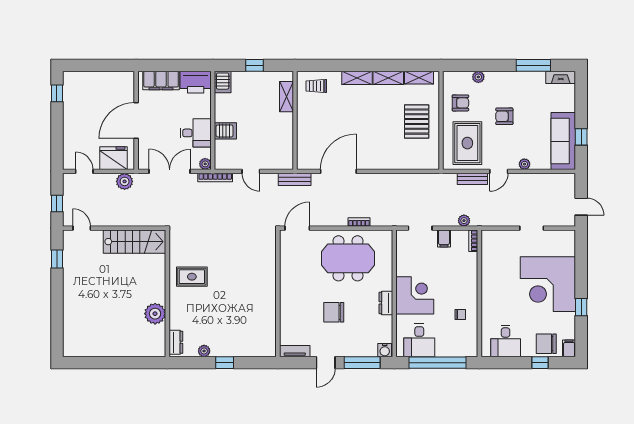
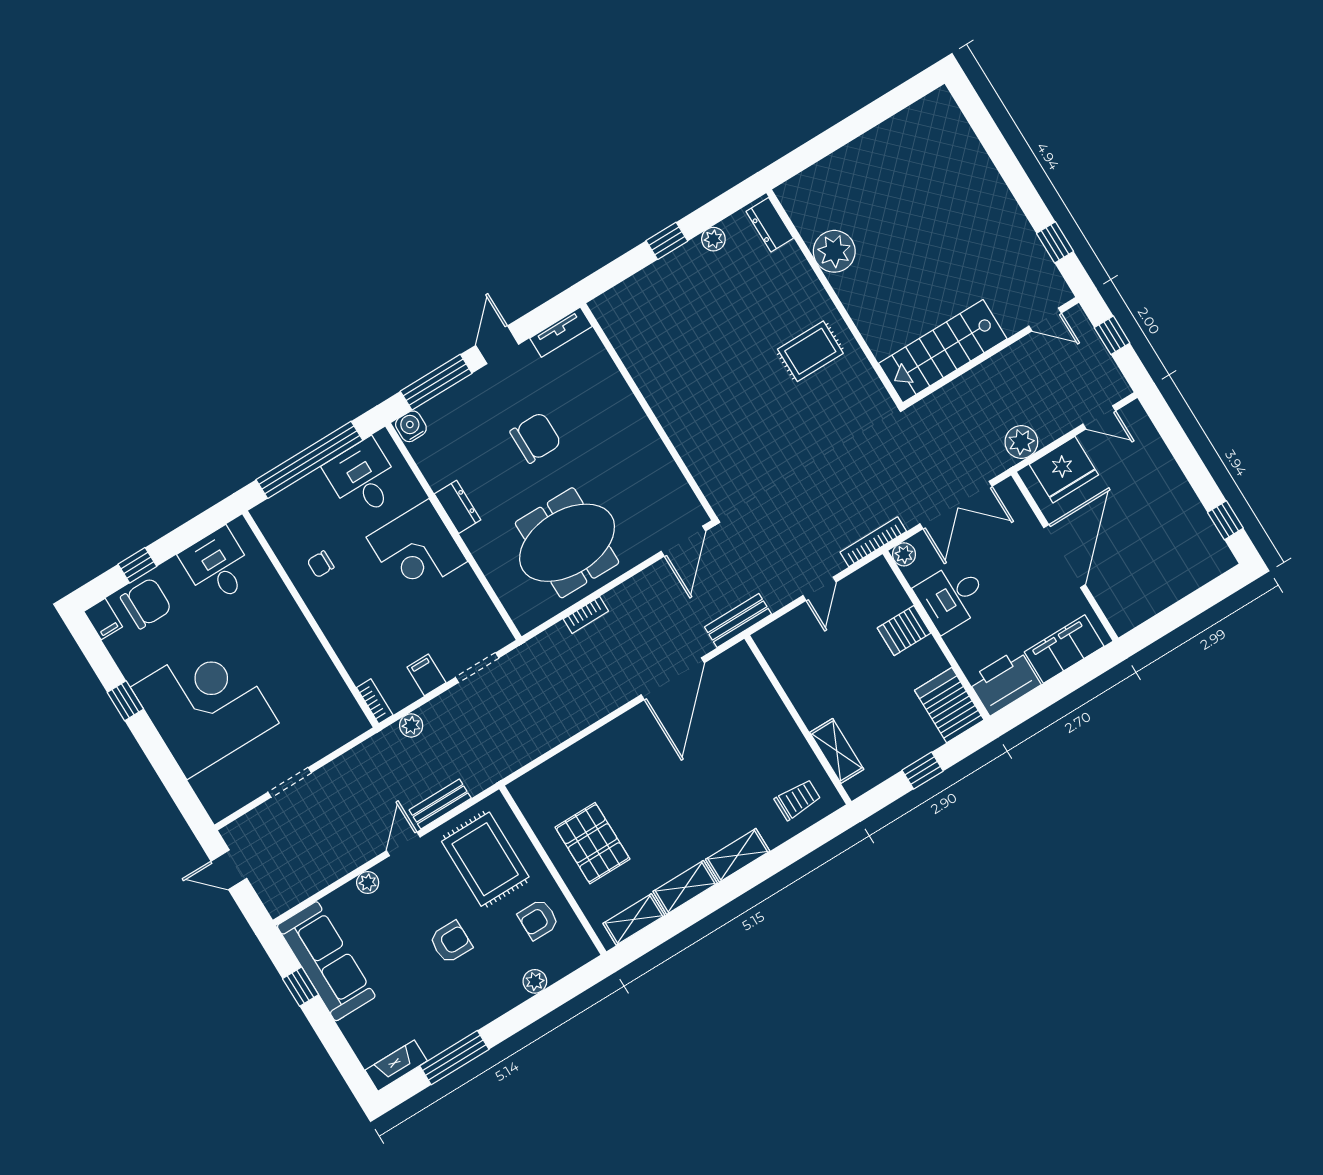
server rack: (223, 82) -> (949, 705), width x1.36, depth x1.44
door: (251, 171) -> (819, 589), swing flipped

